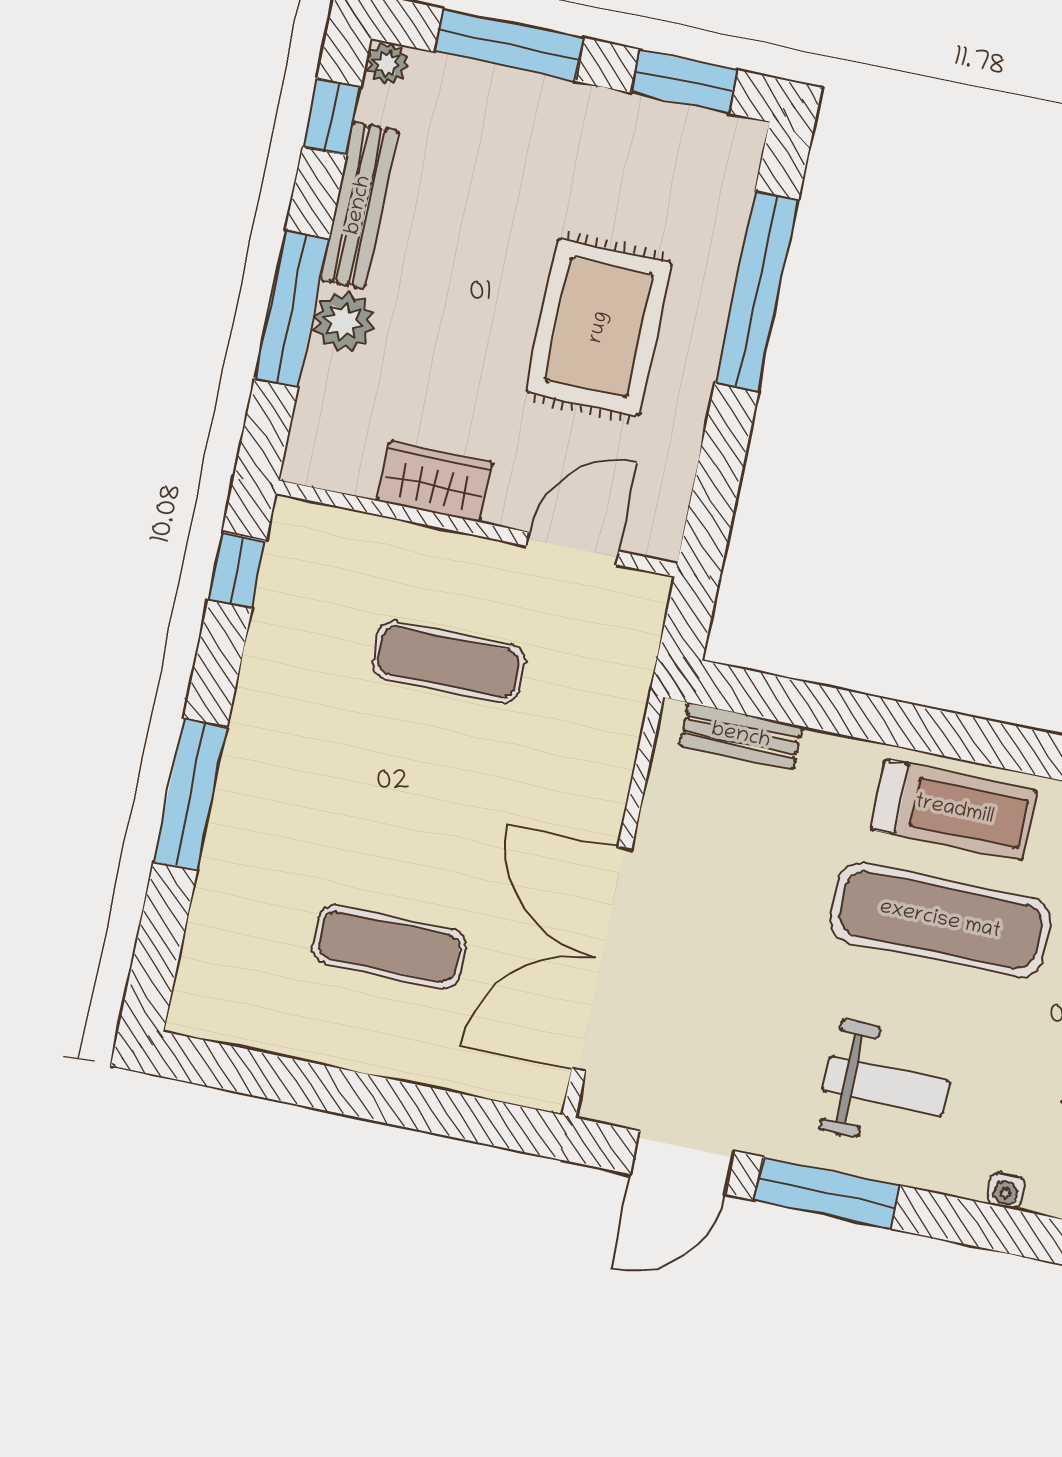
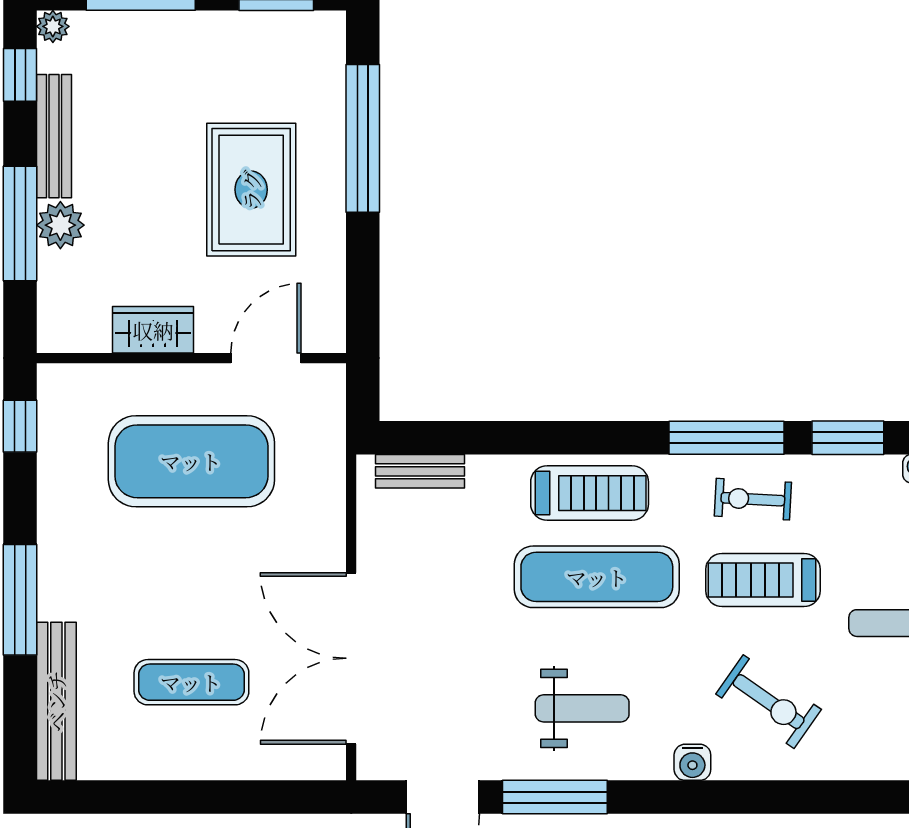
exercise mat: (449, 662) -> (191, 461), width x2.00, depth x1.45
bench: (210, 935) -> (56, 701), added
water cooler: (1006, 1190) -> (692, 762), width x1.38, depth x1.38

